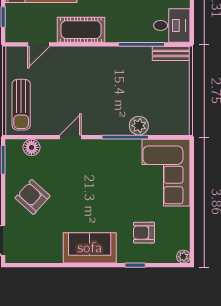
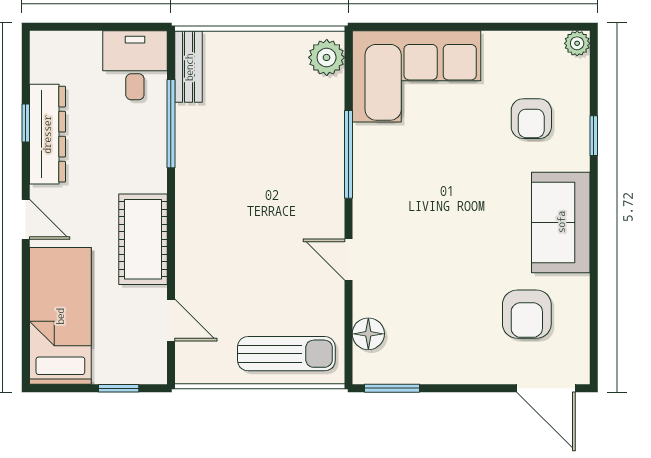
plant: (139, 126) -> (327, 57), moved
armchair: (33, 197) -> (527, 314), moved, turned -42

